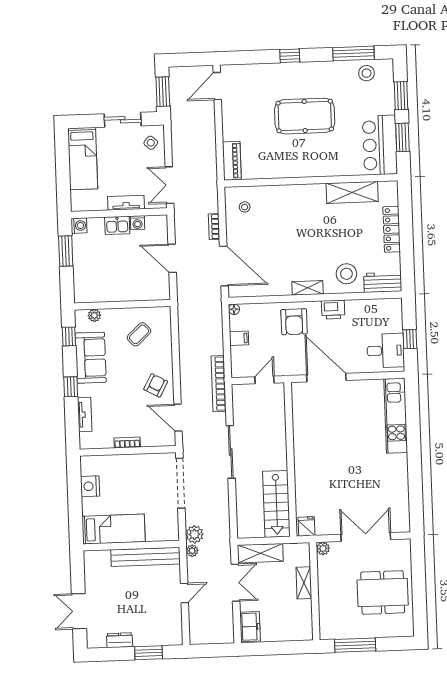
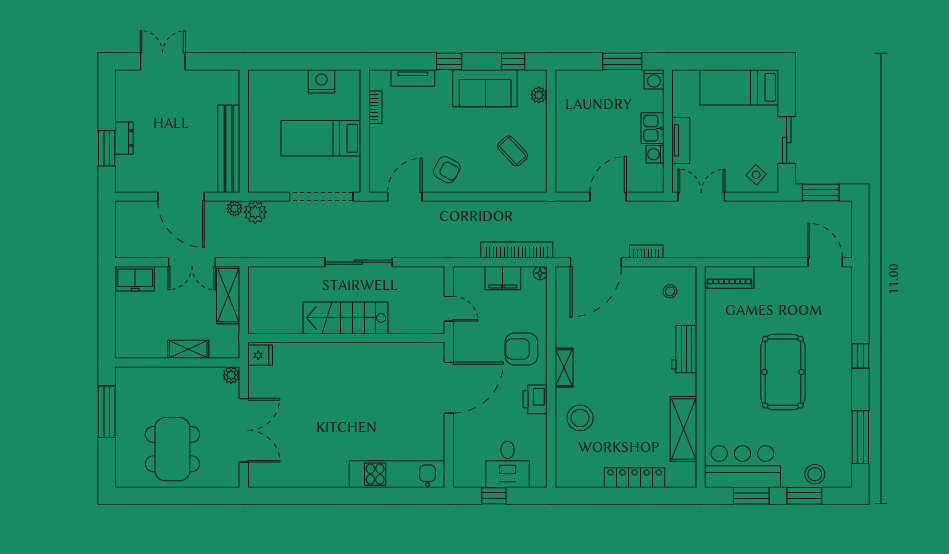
stool: (367, 73) -> (815, 474), moved
workbench: (383, 282) -> (684, 349), moved, turned 180
filing cabinet: (239, 338) -> (503, 278), width x2.00
desk: (386, 351) -> (507, 464), moved
bookcase: (219, 384) -> (517, 250), moved
bookcase: (127, 443) -> (375, 107), moved
stairs: (276, 504) -> (345, 318), moved
bed: (114, 529) -> (321, 138), moved, turned 90
door: (184, 593) -> (181, 197), width x1.87
dresser: (120, 640) -> (124, 138), moved

